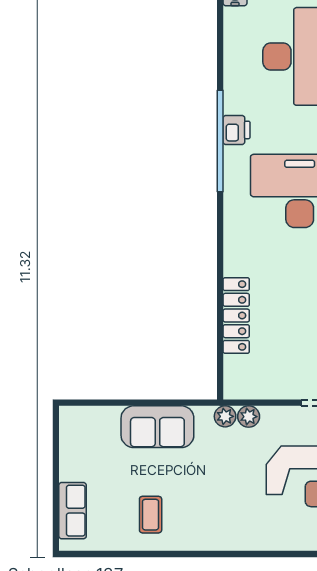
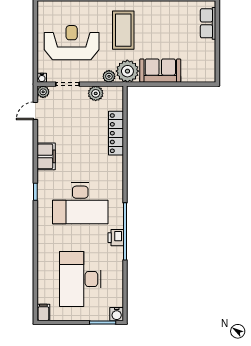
plant: (272, 386) -> (96, 93), added
plant: (225, 416) -> (127, 71), width x1.87, depth x1.87
coffee table: (151, 515) -> (123, 30), moved, width x1.86, depth x1.72

